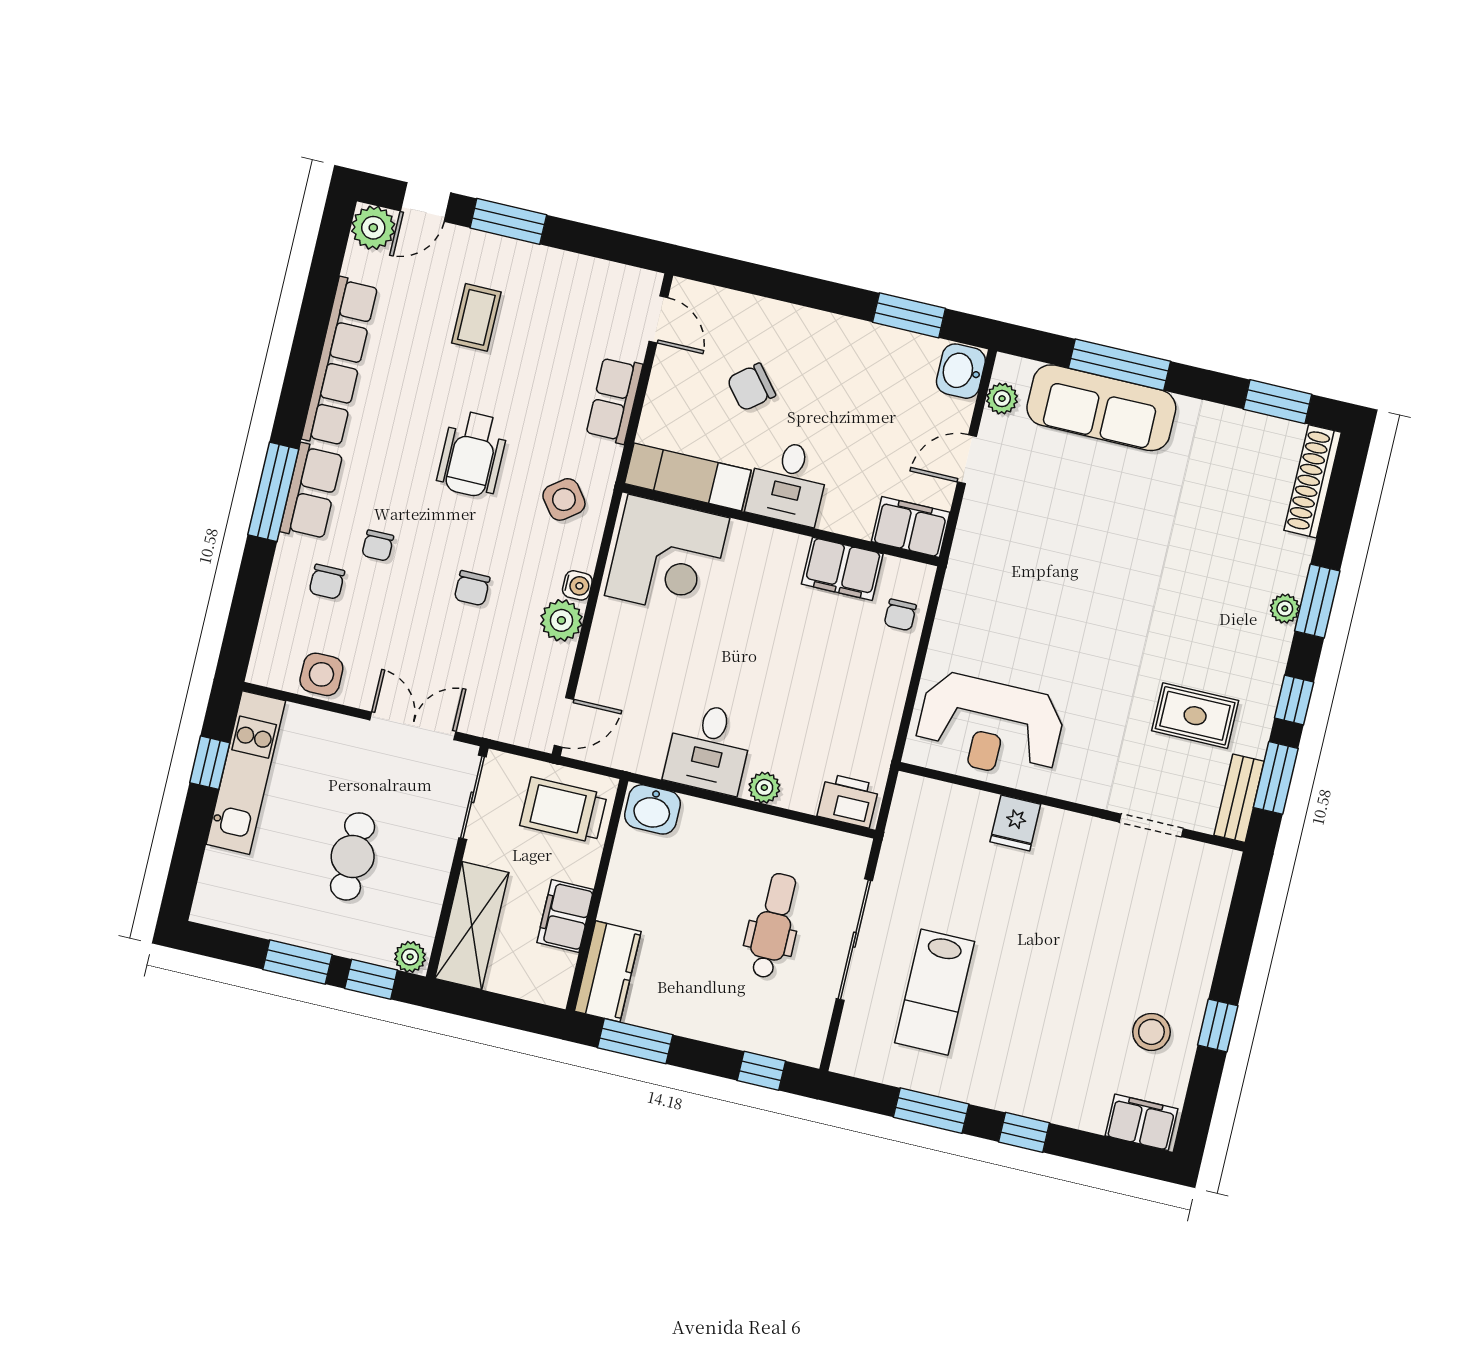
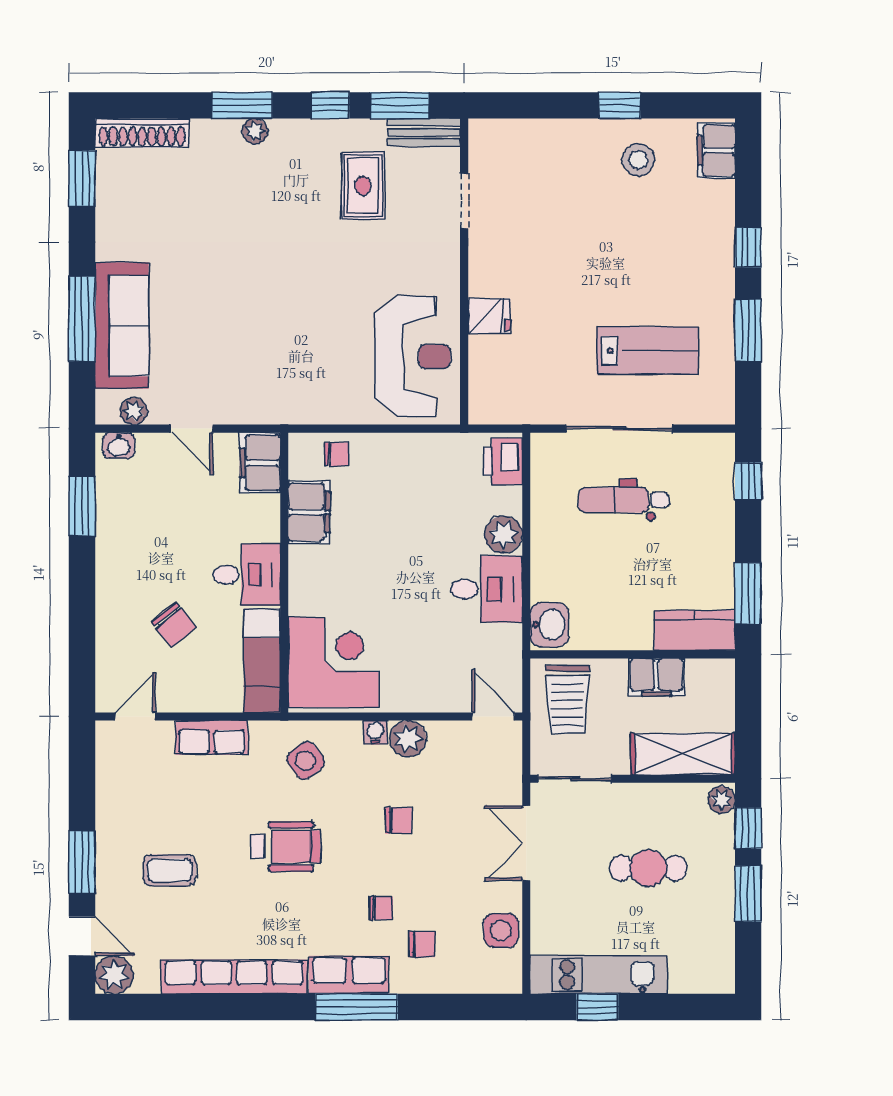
washbasin: (961, 371) -> (119, 446), width x0.72, depth x0.69
plant: (764, 788) -> (504, 535), width x1.38, depth x1.38

